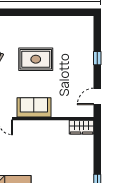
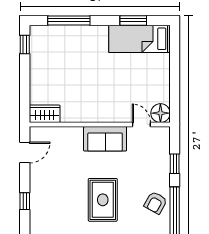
rug: (36, 59) -> (103, 200), turned 90

